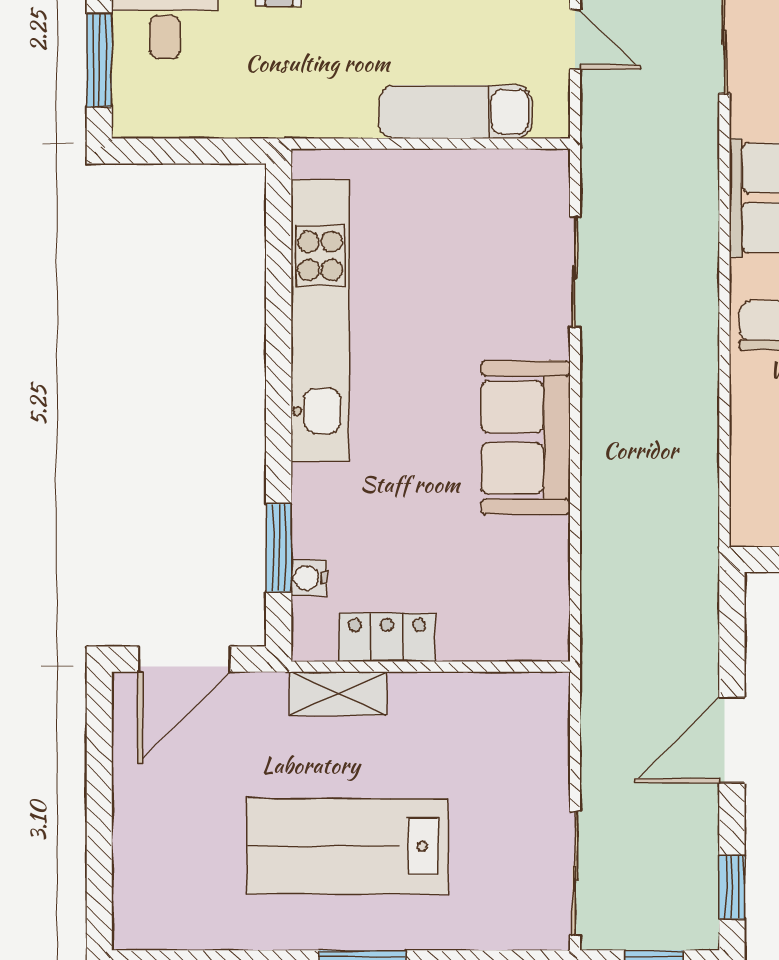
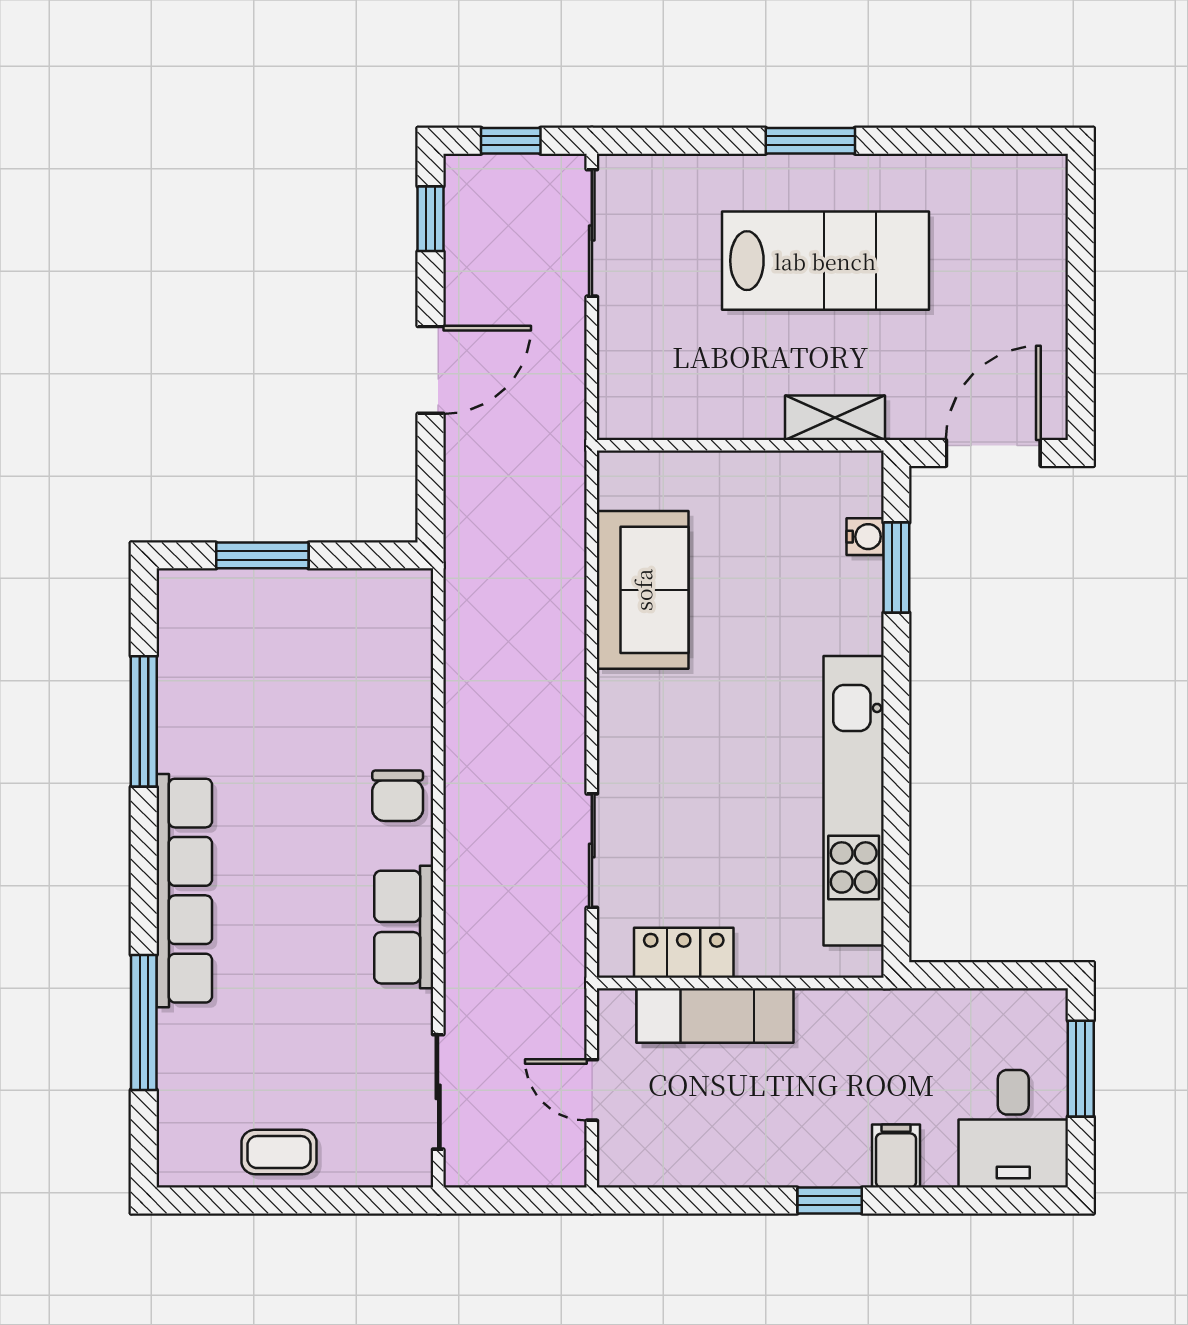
sofa: (526, 437) -> (643, 590), moved
locker: (387, 637) -> (684, 953), moved, turned 180

